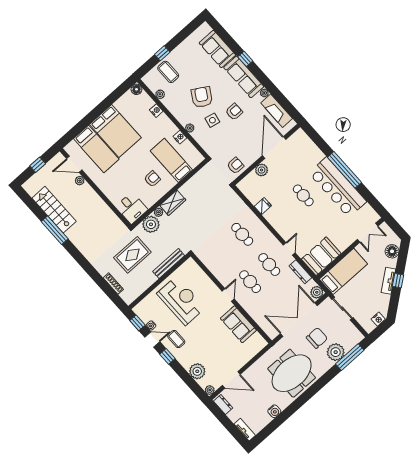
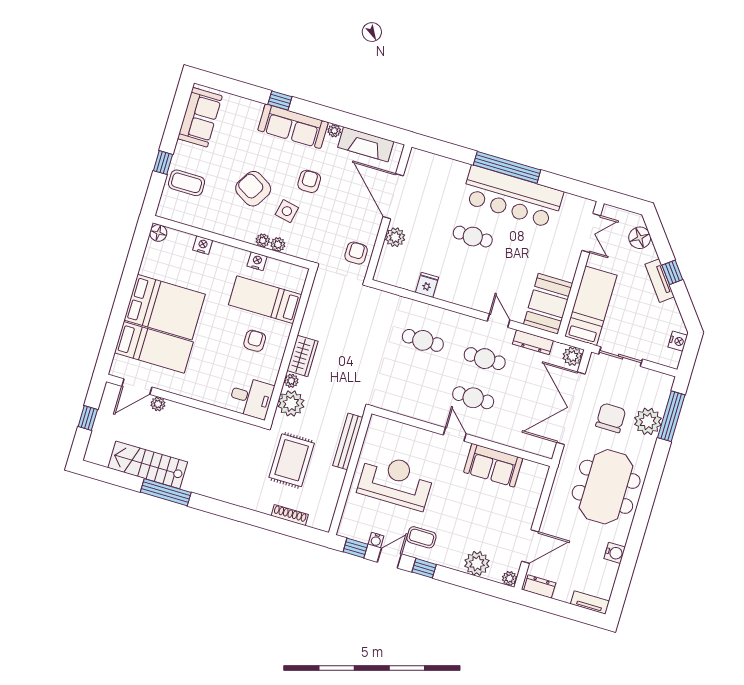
sofa: (217, 49) -> (200, 117), moved, turned -90
plant: (160, 94) -> (278, 244), moved

